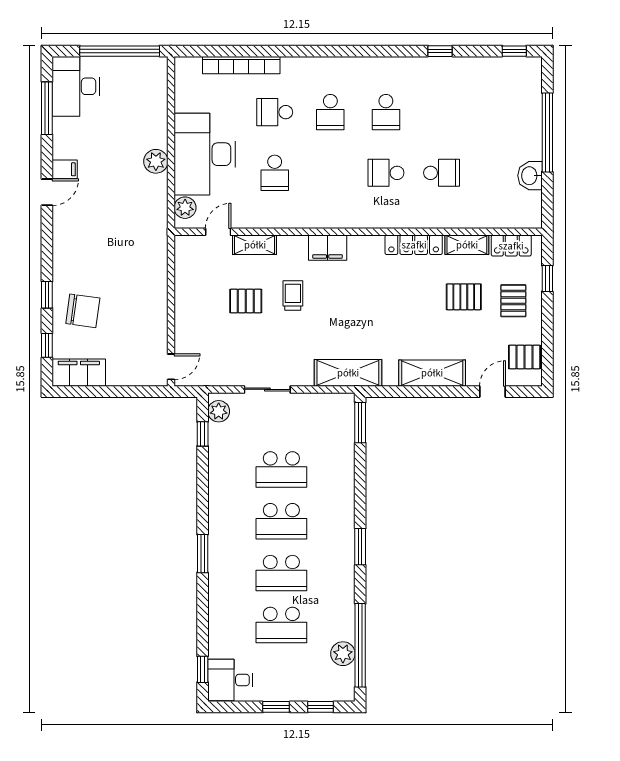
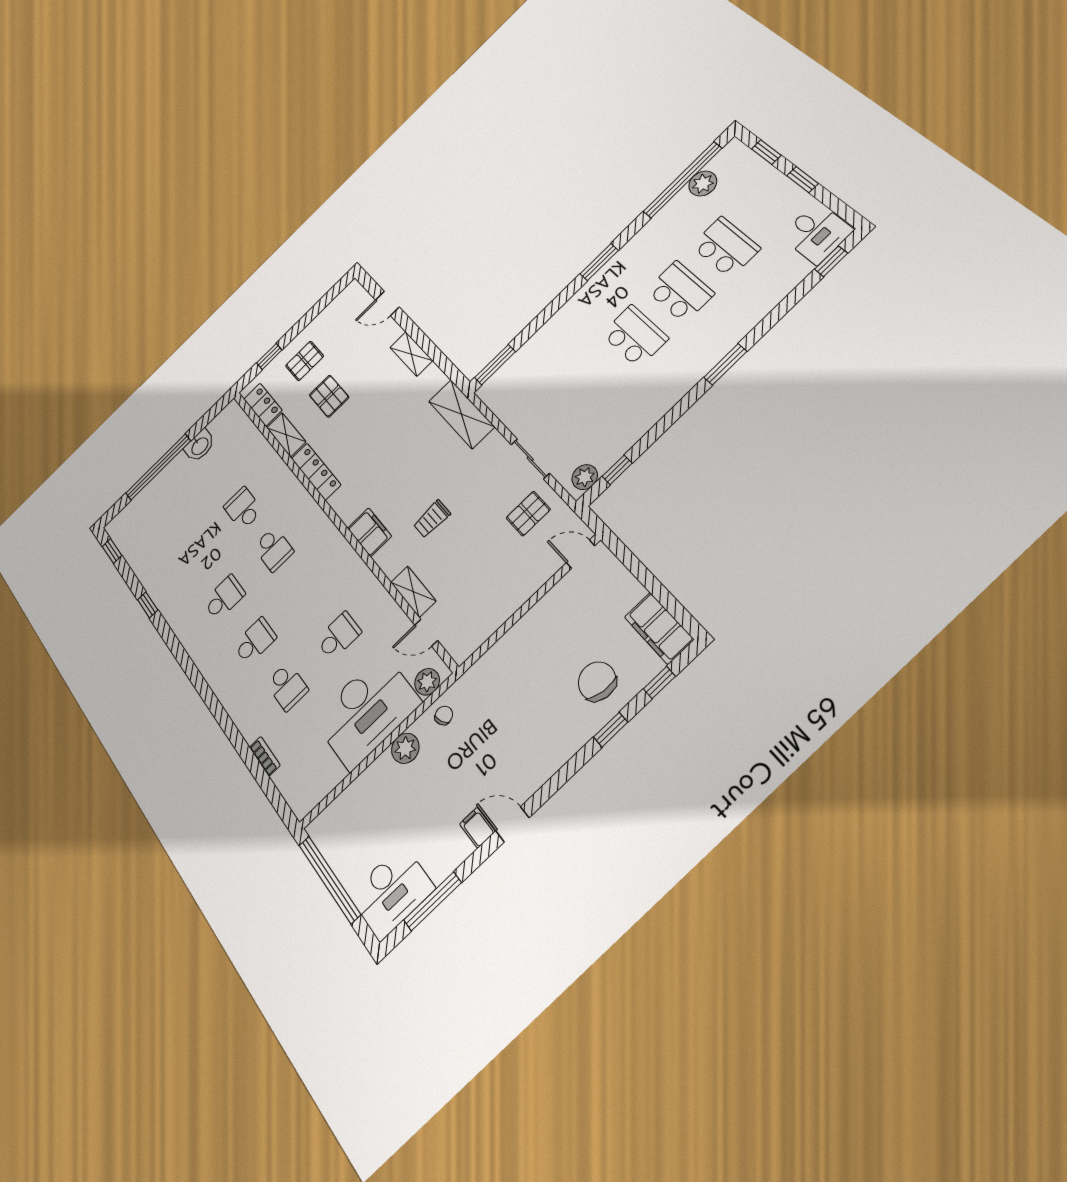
bookcase: (241, 65) -> (265, 756), width x0.43, depth x0.76
chair: (153, 202) -> (444, 715), added
pallet: (246, 301) -> (528, 514), moved, turned 90
pallet: (524, 357) -> (342, 311), removed
shelving: (432, 373) -> (411, 354), width x0.67, depth x0.75
school desk: (281, 469) -> (590, 380), removed

